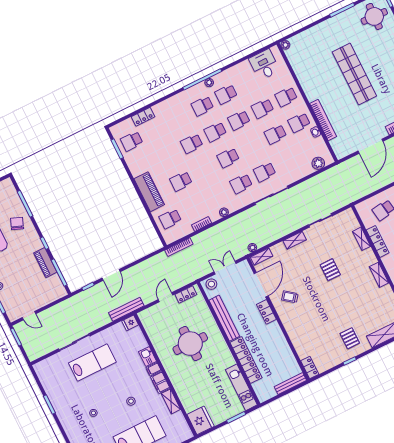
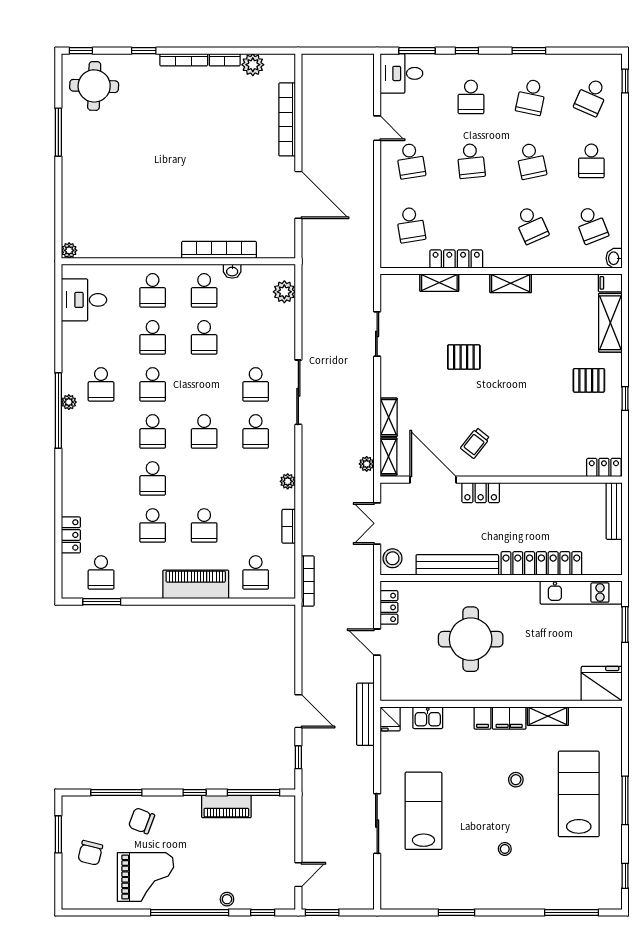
shop shelf: (354, 74) -> (170, 163), removed
school desk: (202, 106) -> (153, 525), moved
shelving: (295, 240) -> (389, 417), moved
kitchen sink: (148, 357) -> (428, 718), moved

